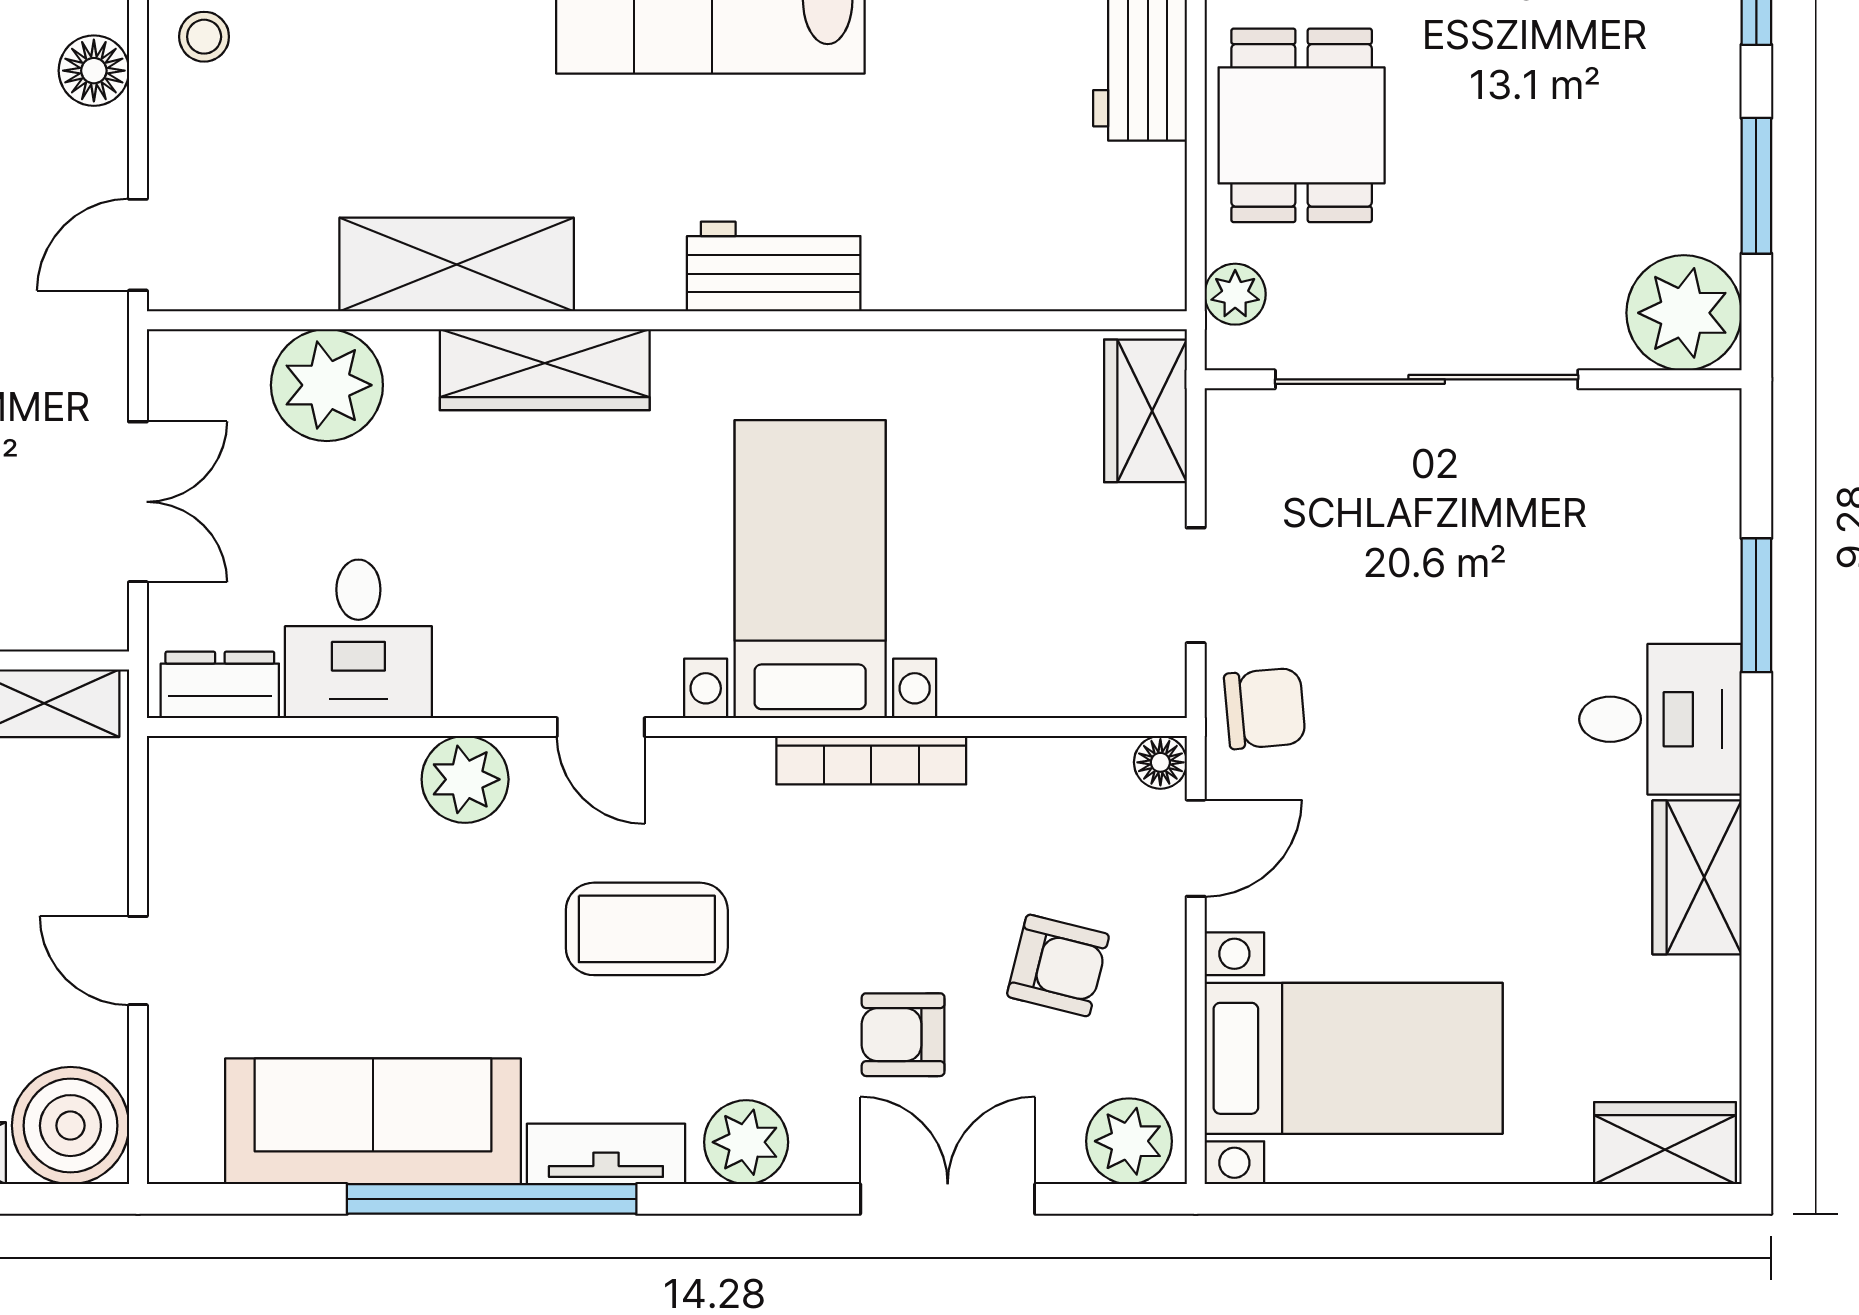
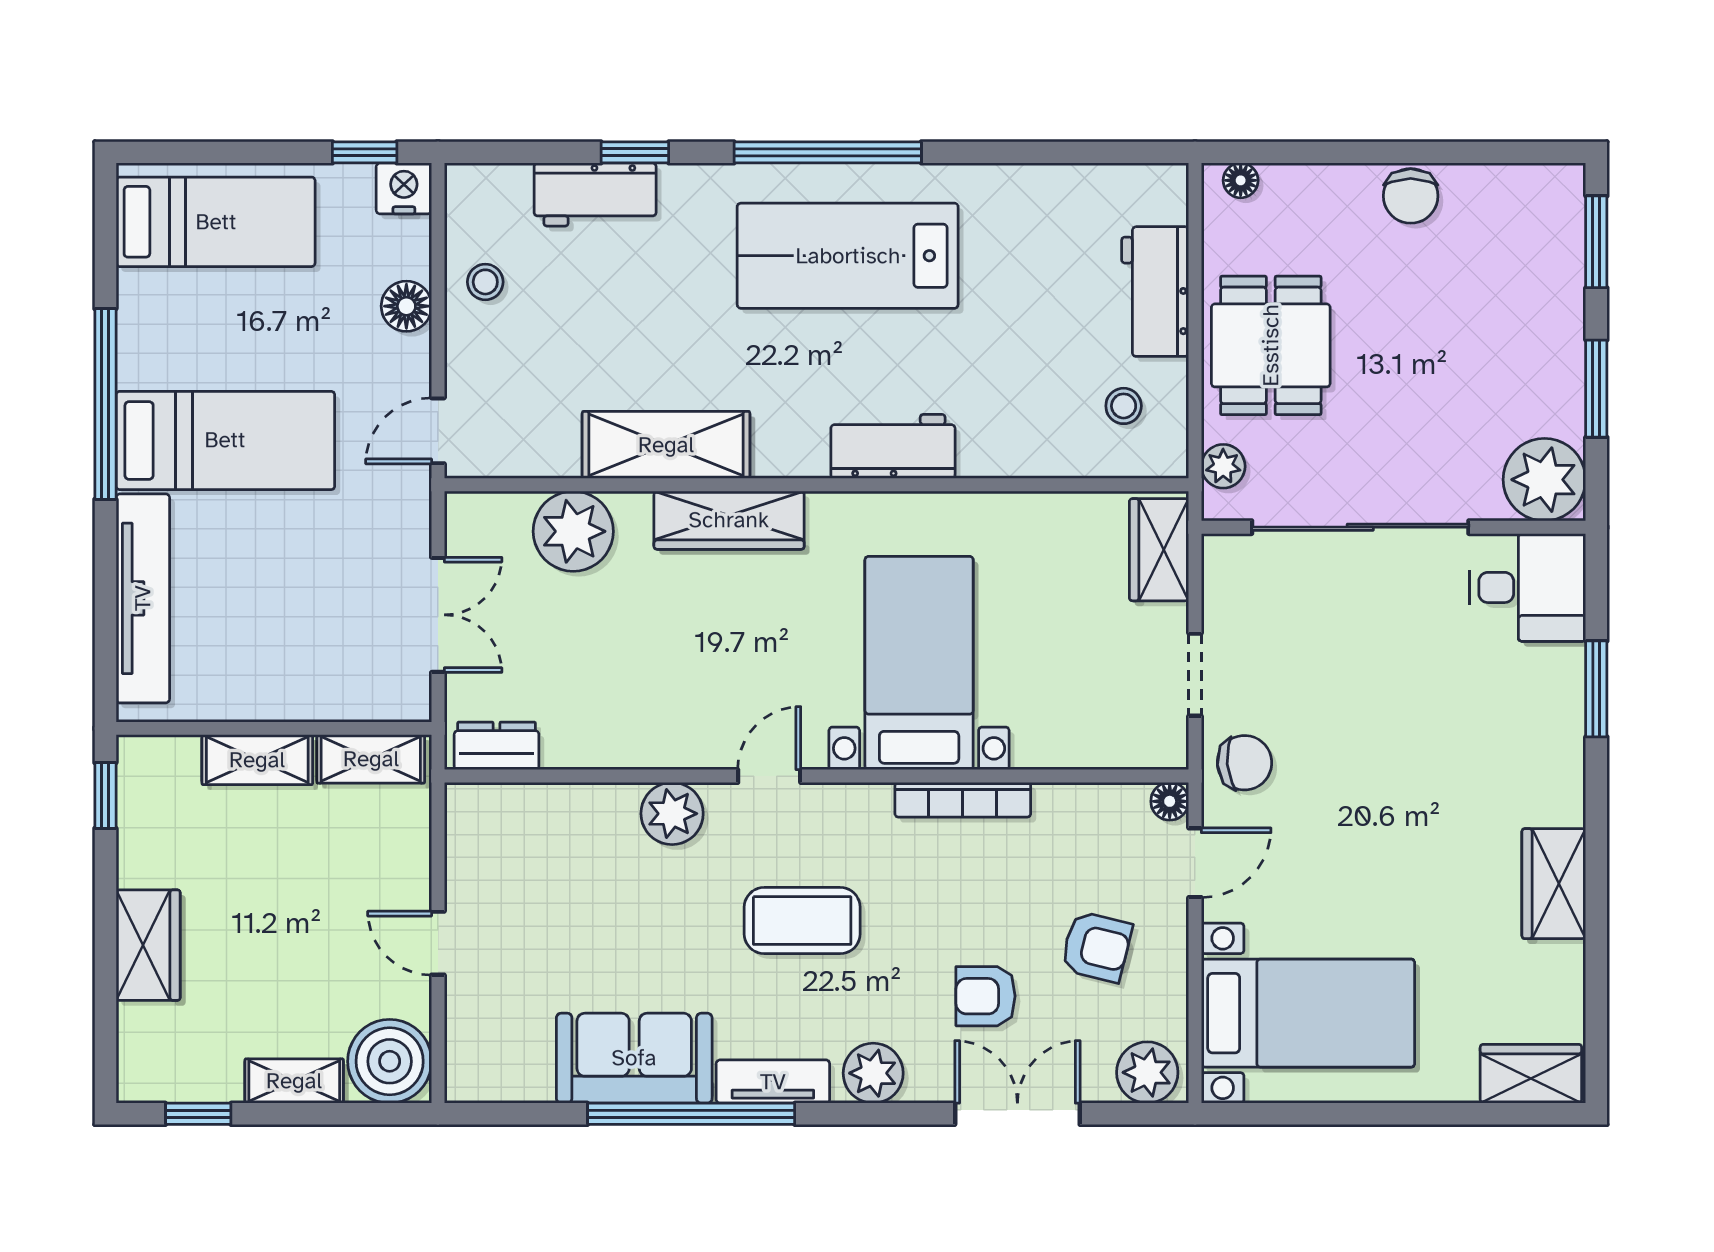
stool: (1096, 210) -> (1124, 406), added
desk: (358, 639) -> (596, 713), removed
desk: (1660, 719) -> (1528, 587), moved
door: (601, 727) -> (769, 776), swing flipped
sofa: (373, 1121) -> (634, 1058), width x0.73

